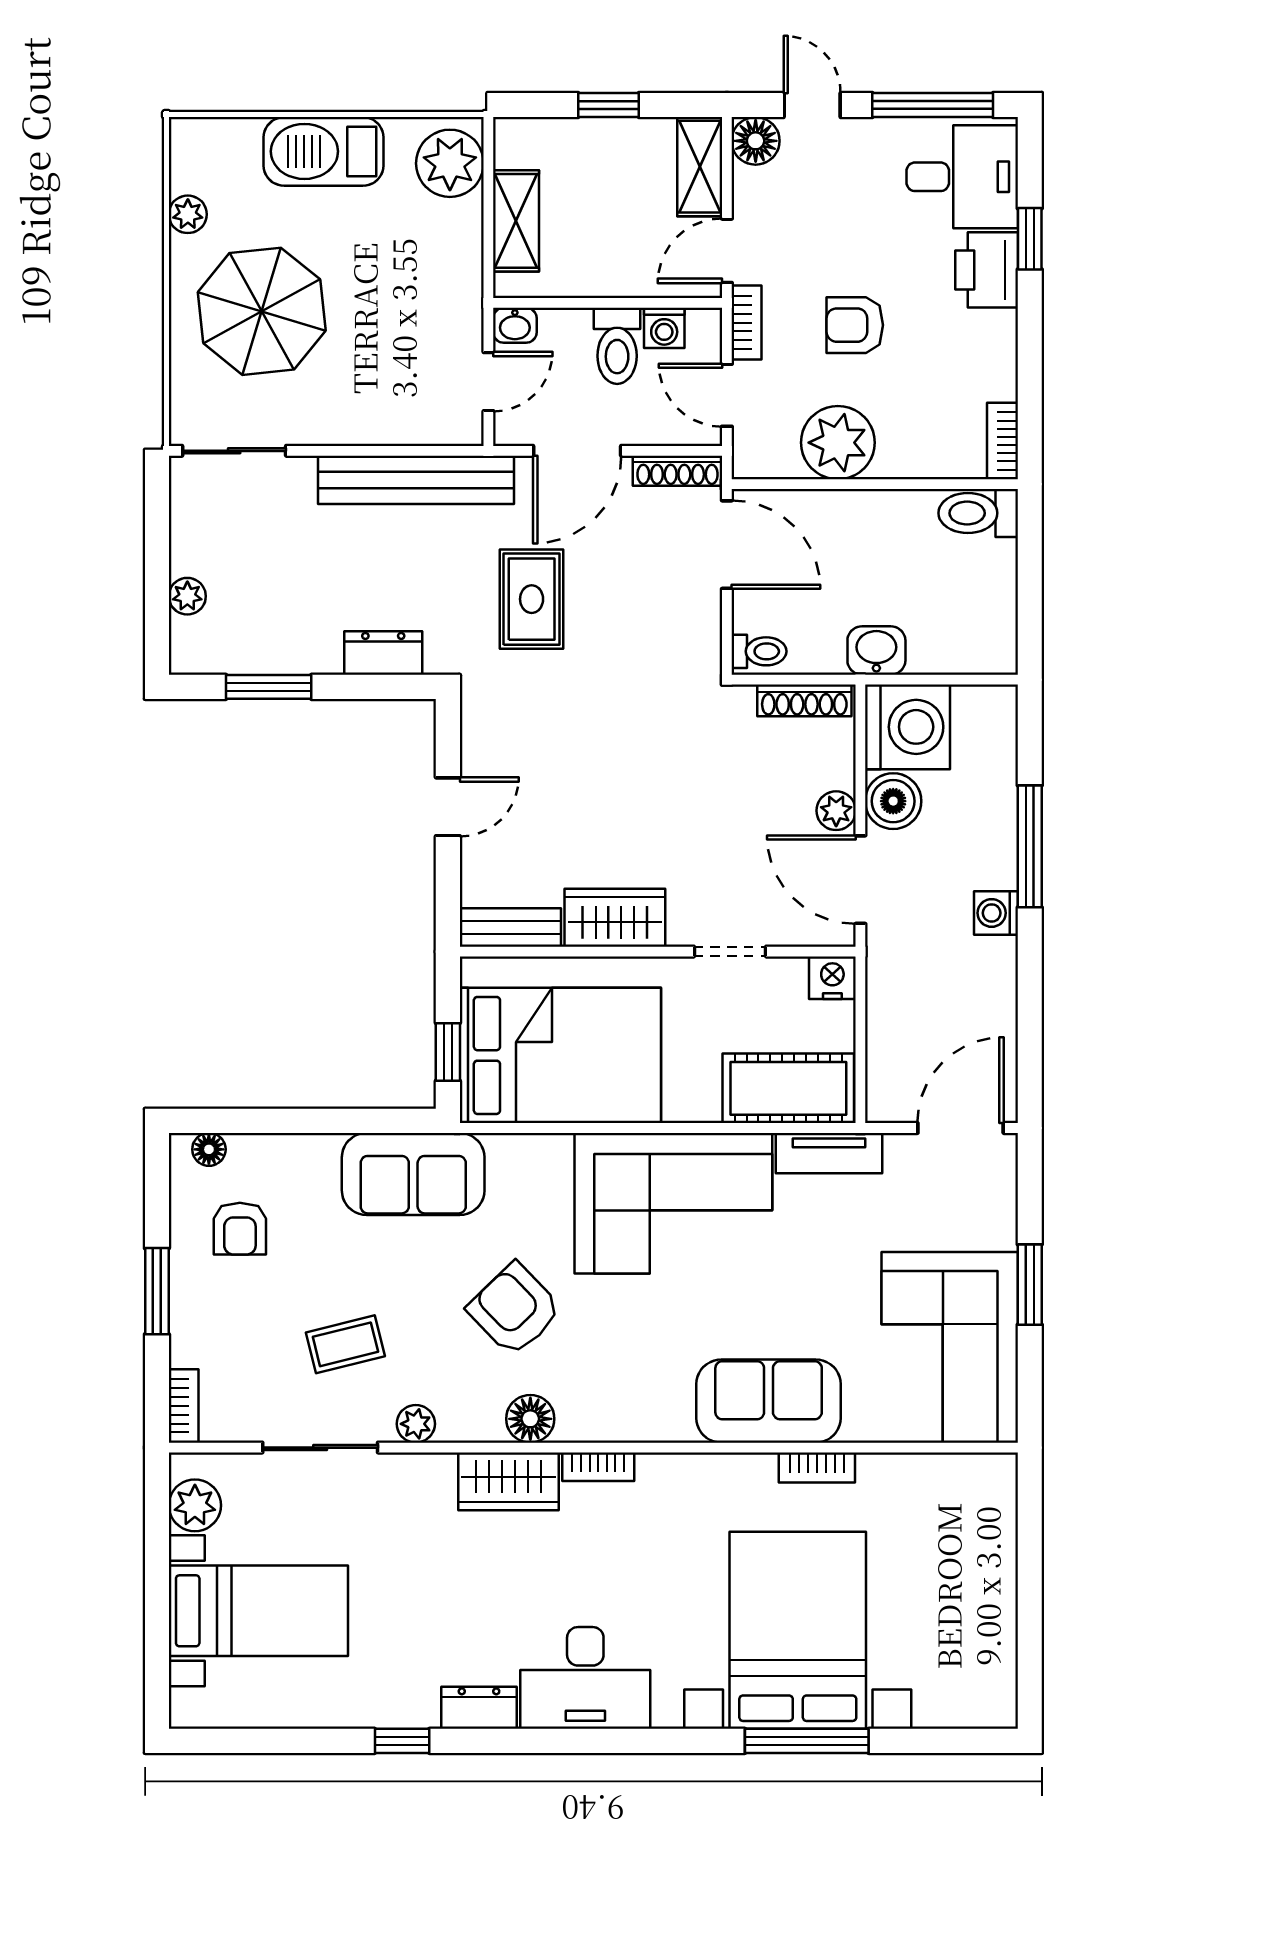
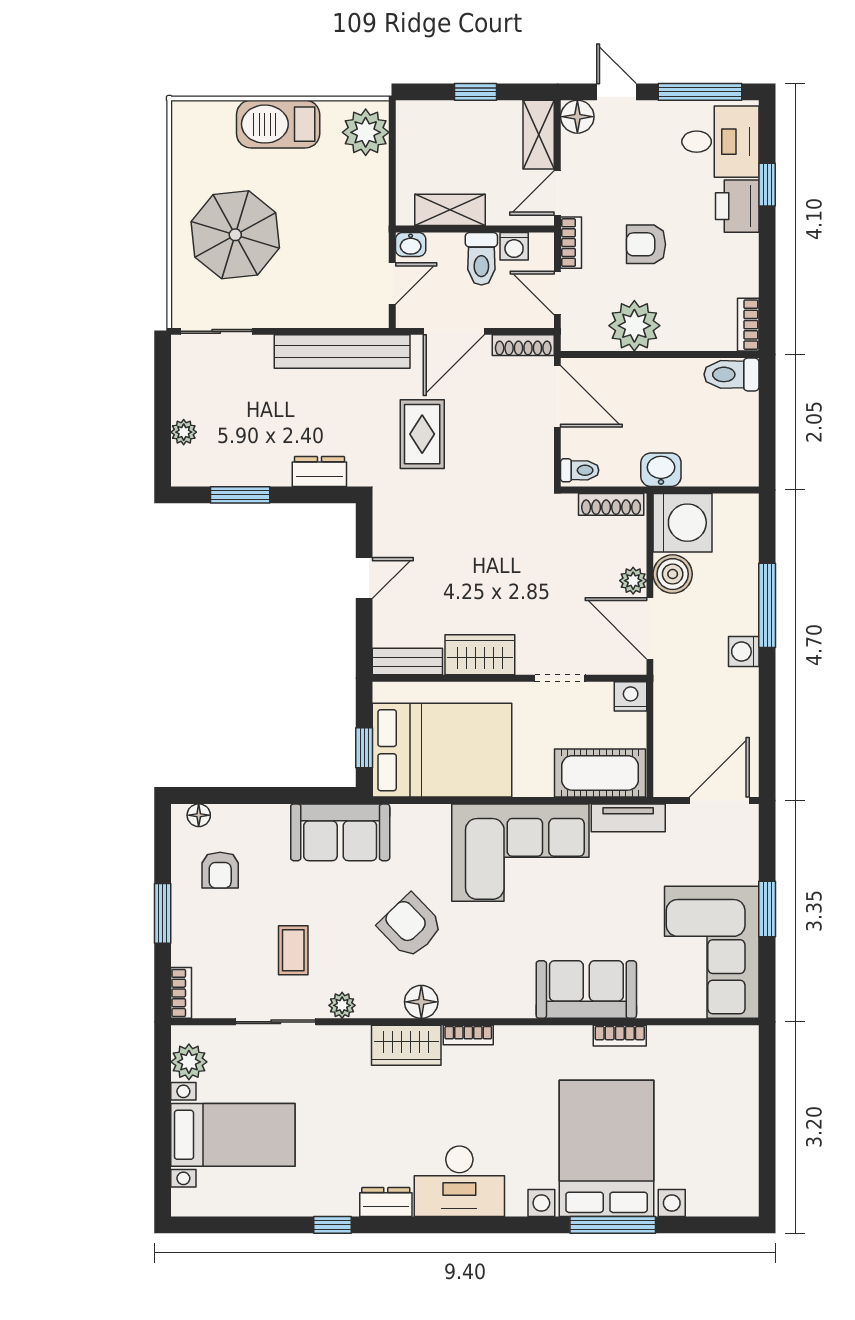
plant: (188, 214) -> (184, 168), removed
shelving: (516, 221) -> (450, 210), moved, turned 90
coffee table: (345, 1344) -> (293, 950), turned -76

